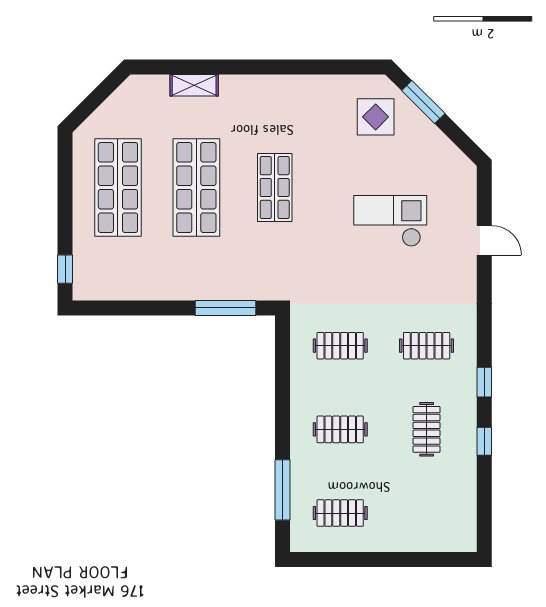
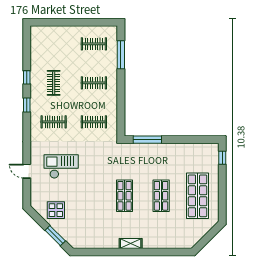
shelving: (194, 85) -> (131, 243), moved
display table: (376, 117) -> (56, 210), moved
shop shelf: (196, 188) -> (161, 196), width x0.70, depth x0.74
checkout: (390, 221) -> (61, 166), moved, turned 180

